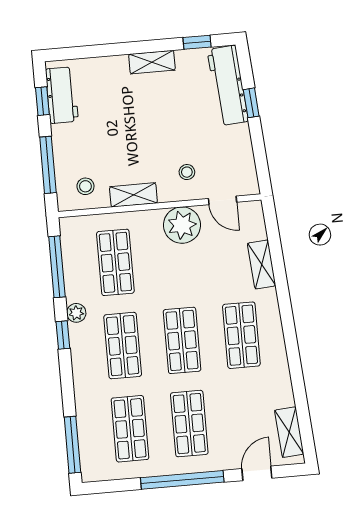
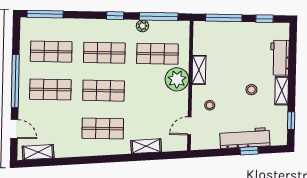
workbench: (228, 85) -> (245, 138), moved
workbench: (62, 95) -> (280, 58), moved, turned 90
stool: (85, 186) -> (251, 90), moved
plant: (182, 225) -> (177, 79), moved
plant: (76, 313) -> (142, 26), moved

